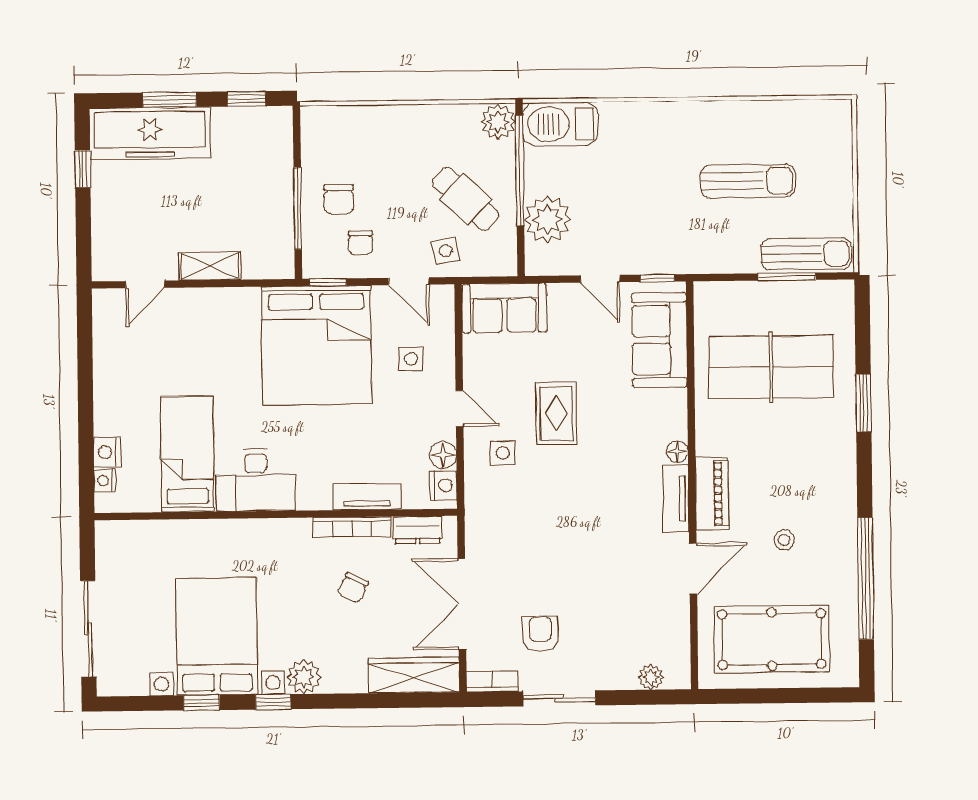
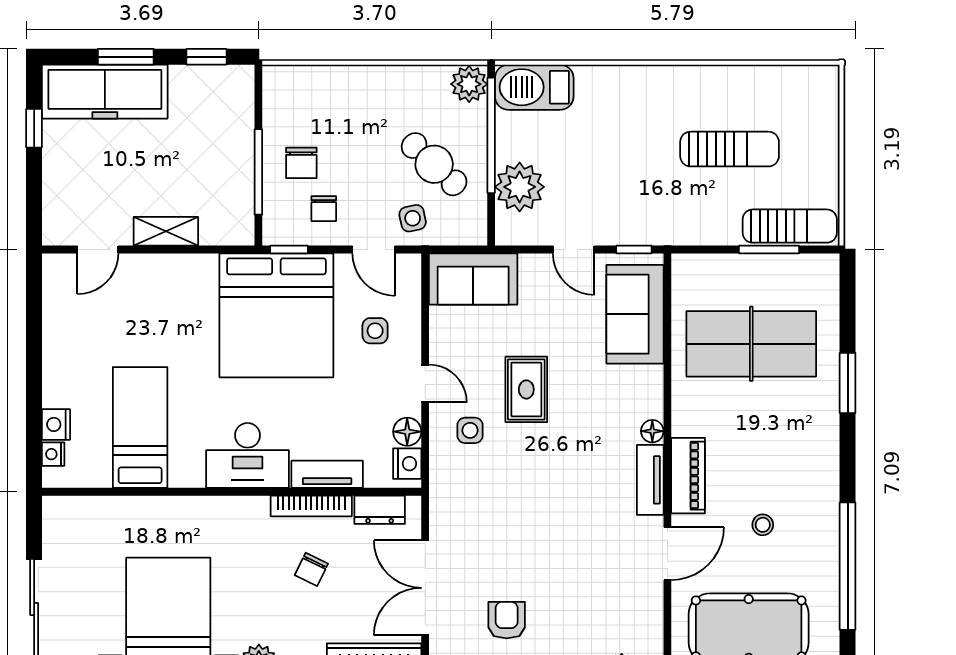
desk: (256, 480) -> (247, 455), moved

